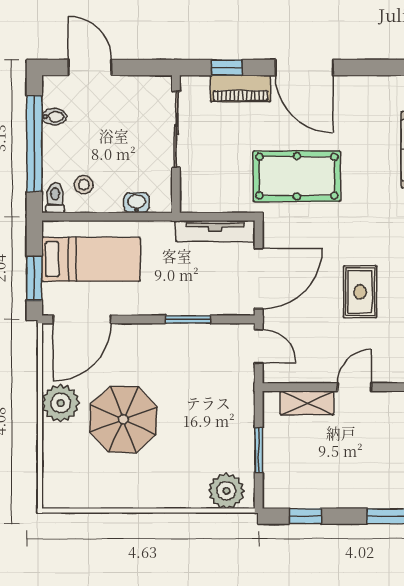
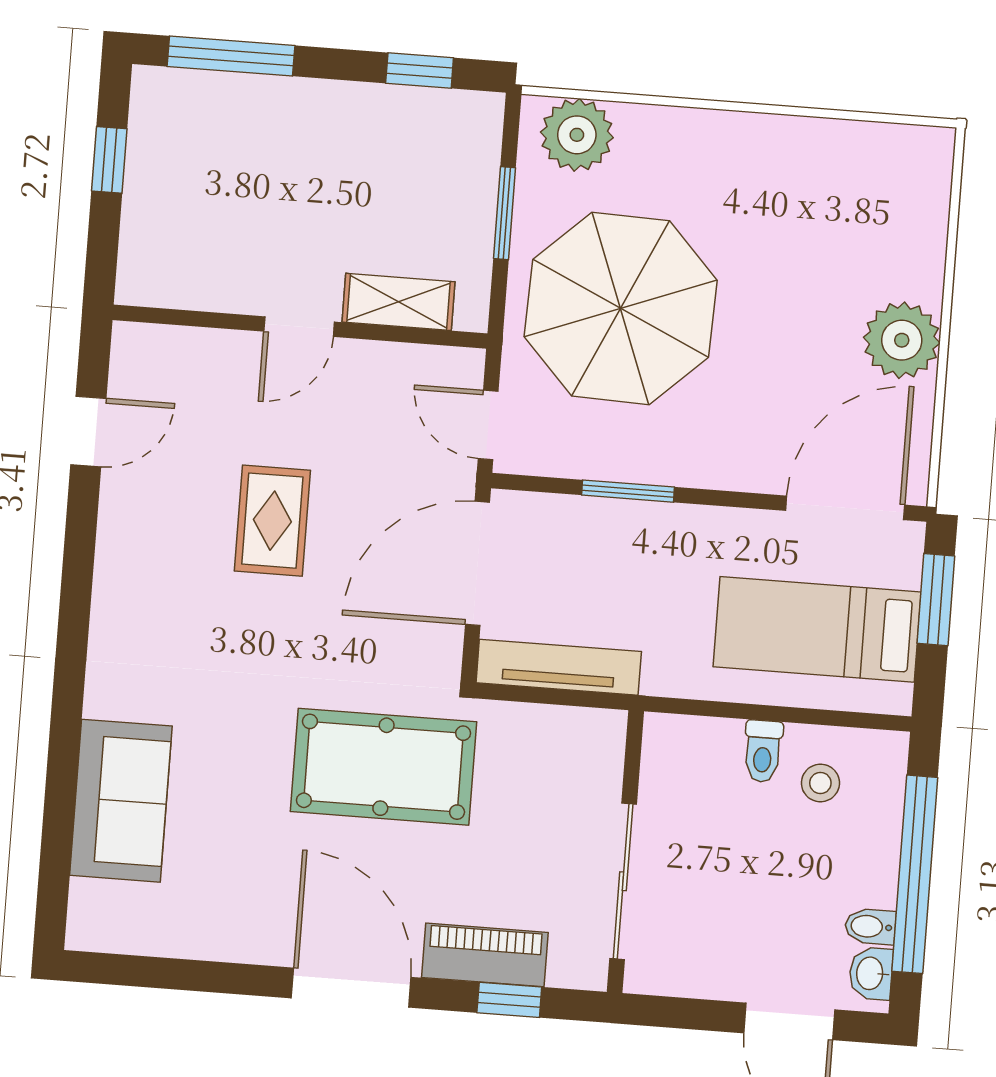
toilet: (55, 198) -> (763, 751), moved
washbasin: (137, 203) -> (871, 973), moved, turned 90
parasol: (123, 419) -> (621, 308), moved, width x1.36, depth x1.36

